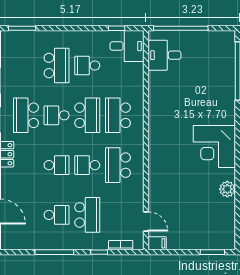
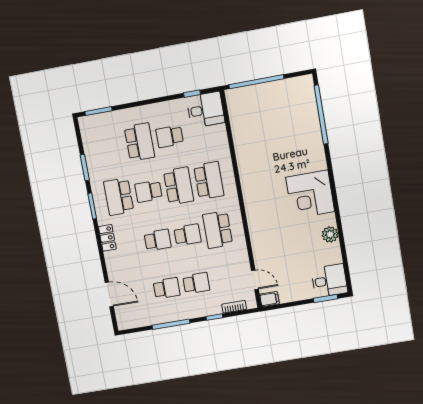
desk: (165, 55) -> (329, 281), moved, turned 180
school desk: (118, 115) -> (209, 181), turned 180
school desk: (87, 165) -> (187, 235), turned 180
school desk: (87, 215) -> (196, 283), width x0.54

